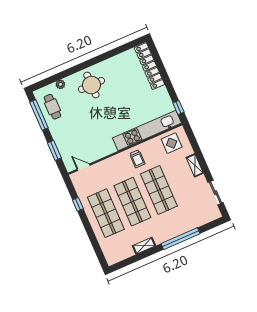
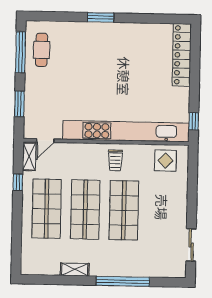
window: (82, 66) -> (101, 17), added
plant: (60, 84) -> (64, 27), removed
round table: (91, 85) -> (101, 45), removed
kitchen unit: (147, 131) -> (126, 131), width x1.36
shelving: (195, 165) -> (29, 157), moved
door: (83, 167) -> (45, 141), swing flipped

